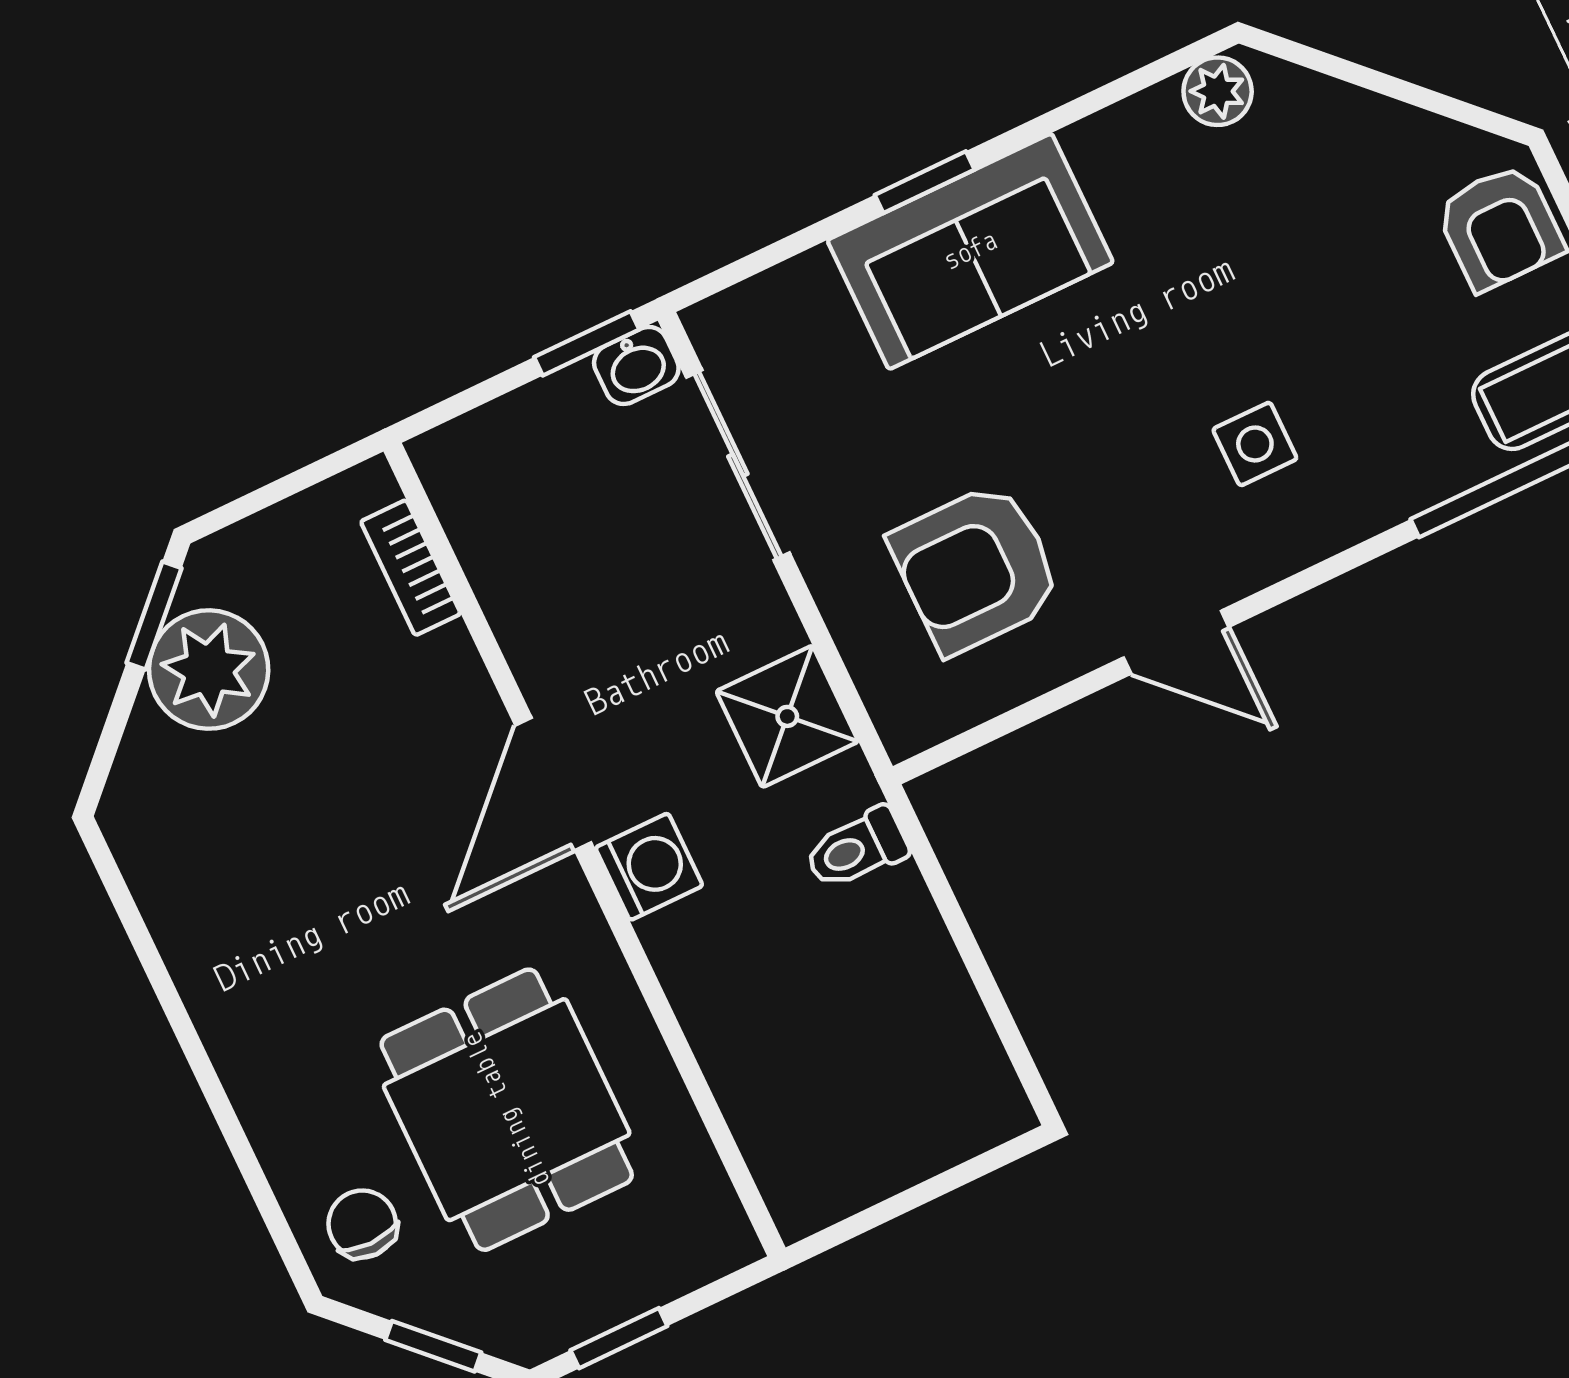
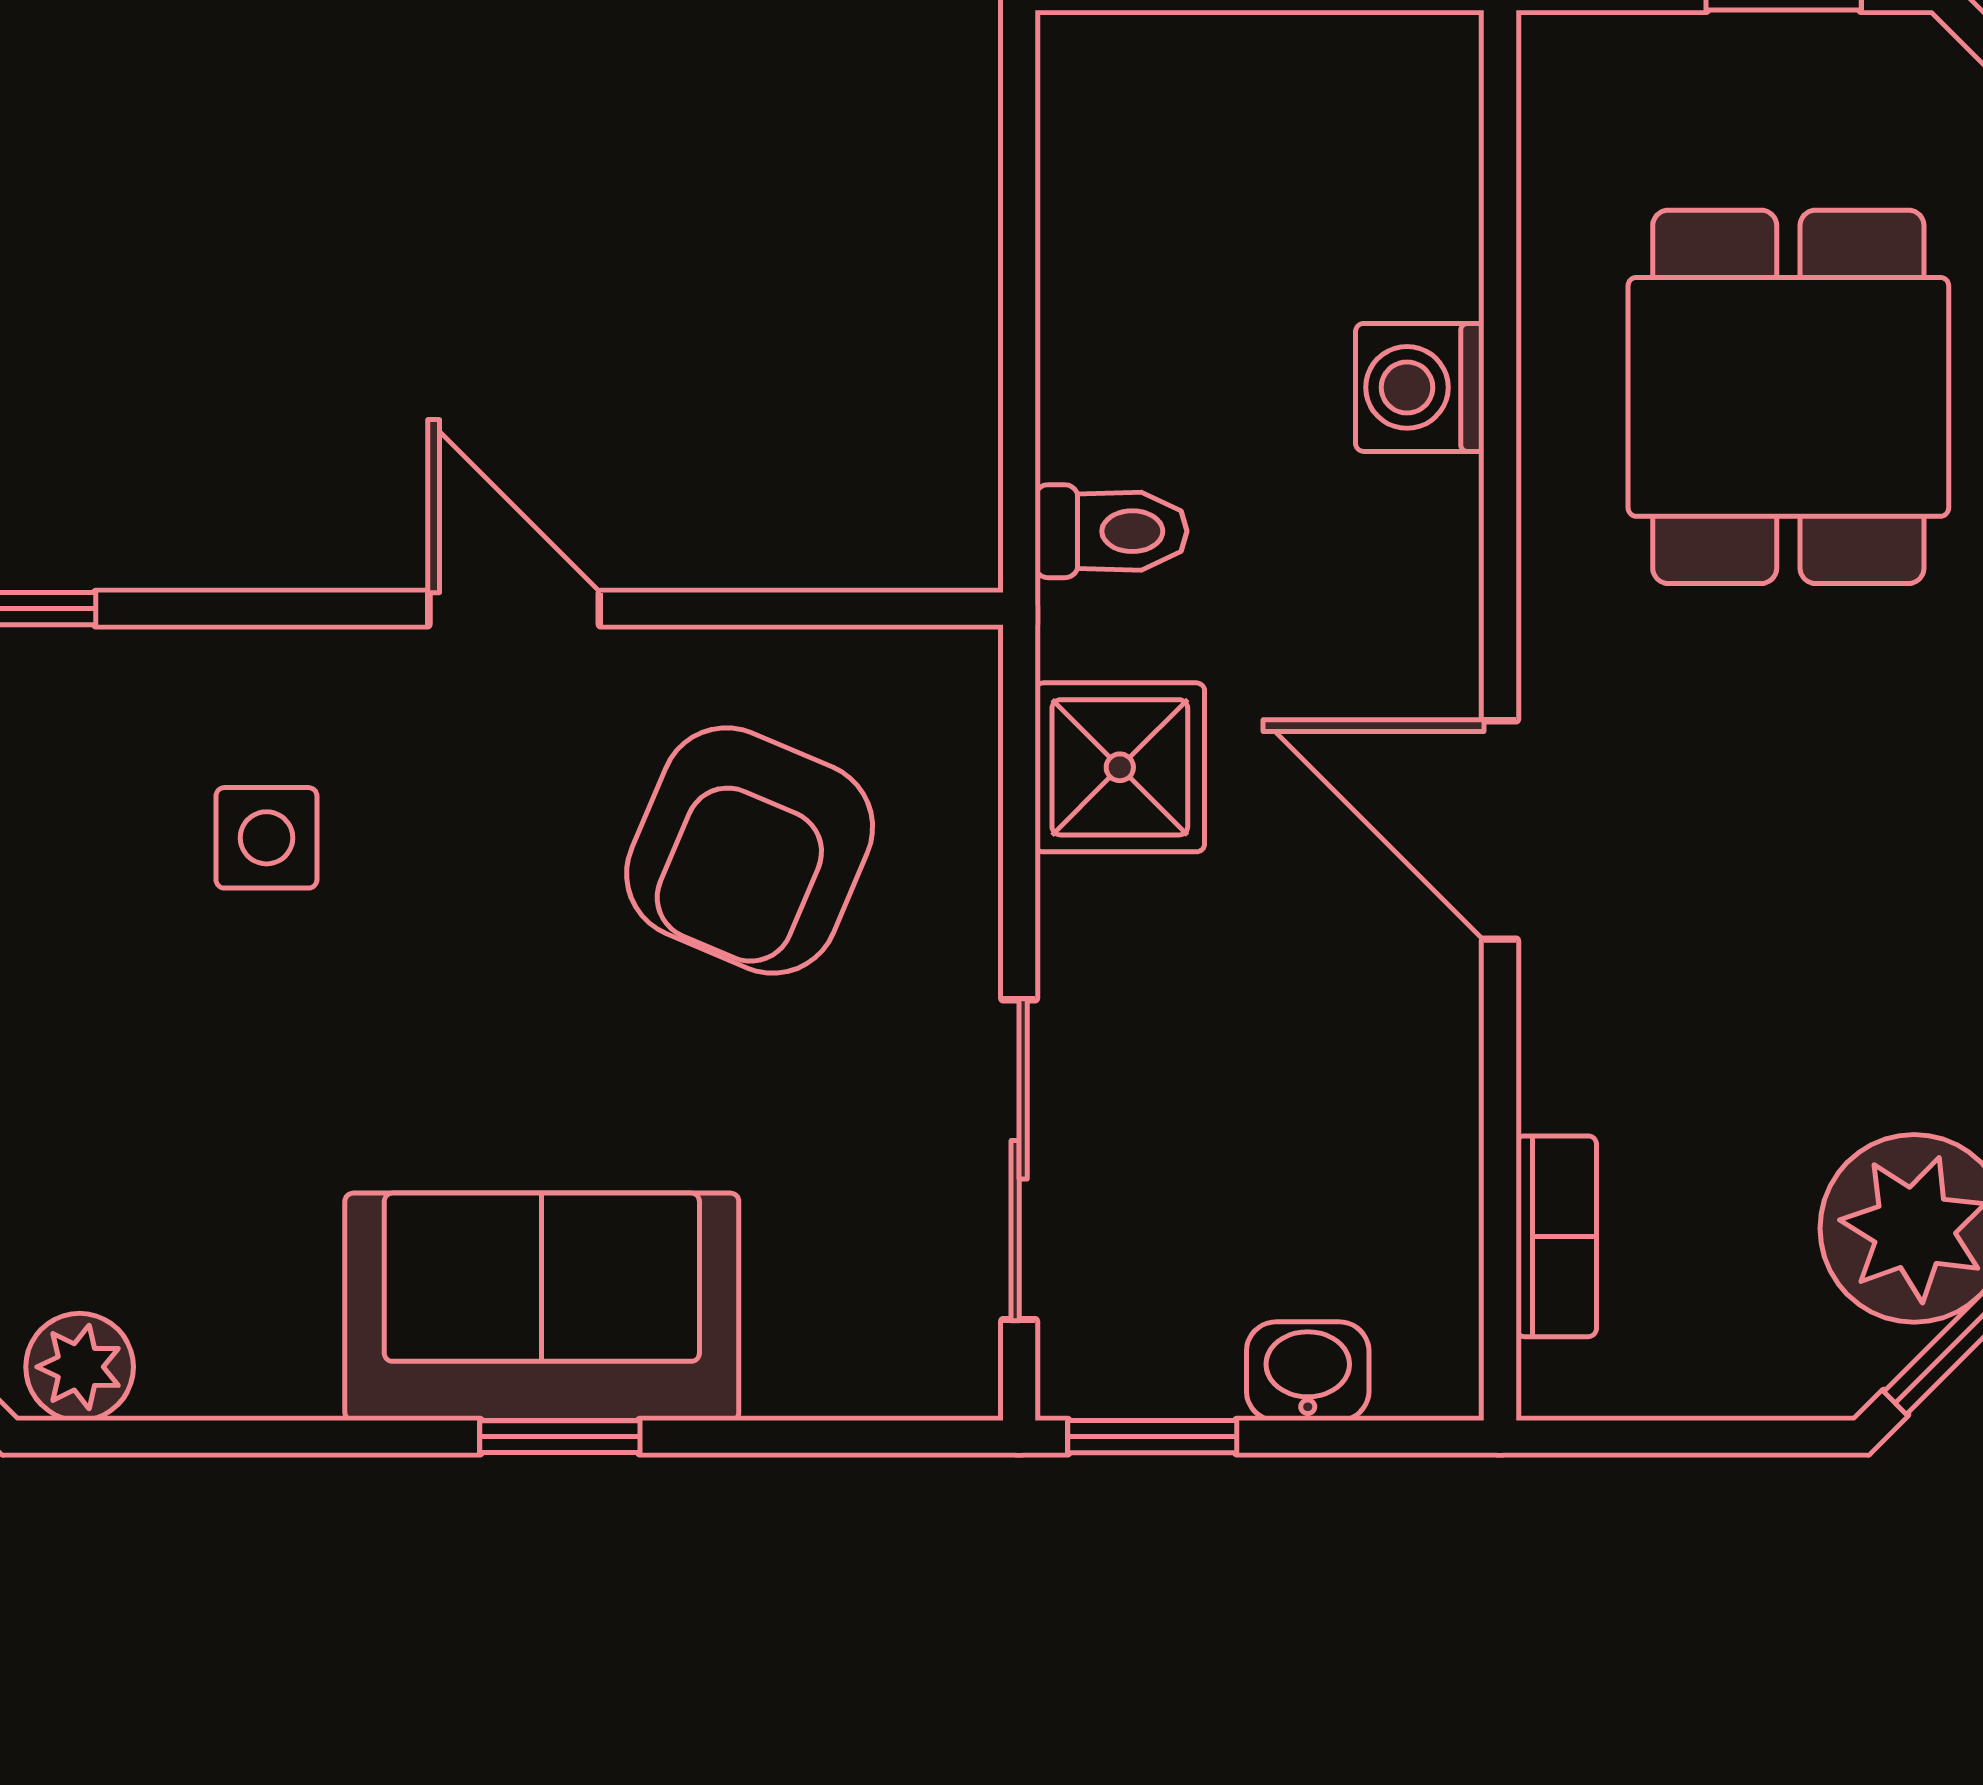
washbasin: (636, 366) -> (1308, 1371), moved
armchair: (976, 568) -> (750, 850), turned 113
door: (553, 784) -> (1500, 830), swing flipped
washing machine: (649, 867) -> (1420, 387), moved

